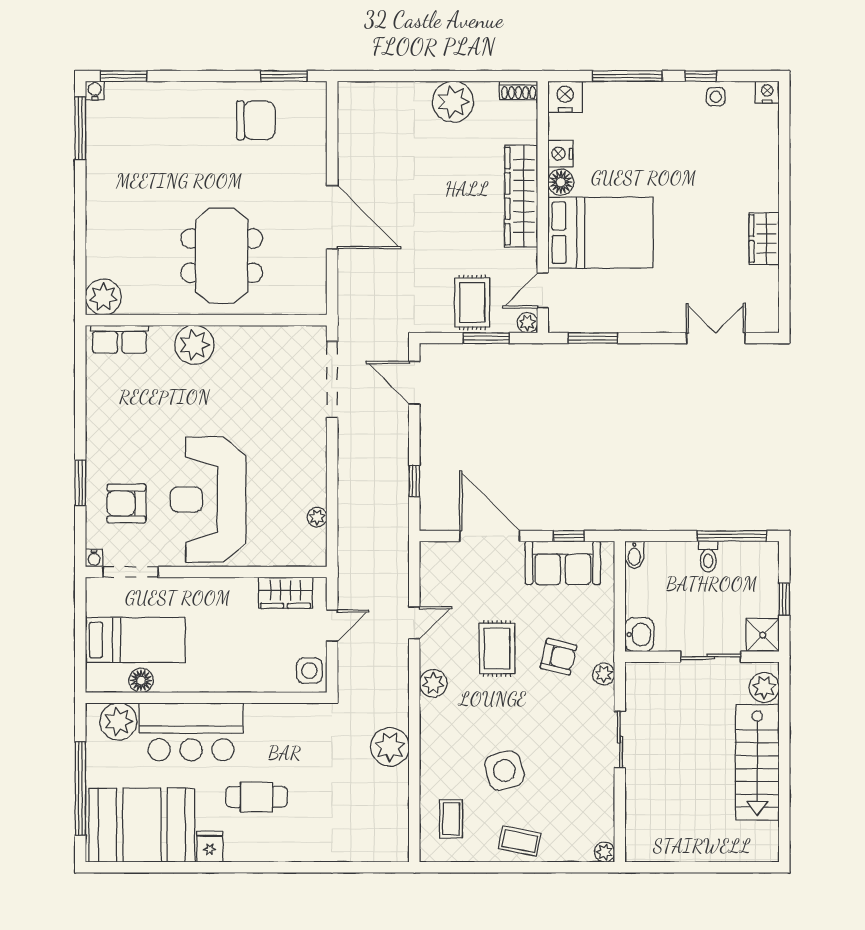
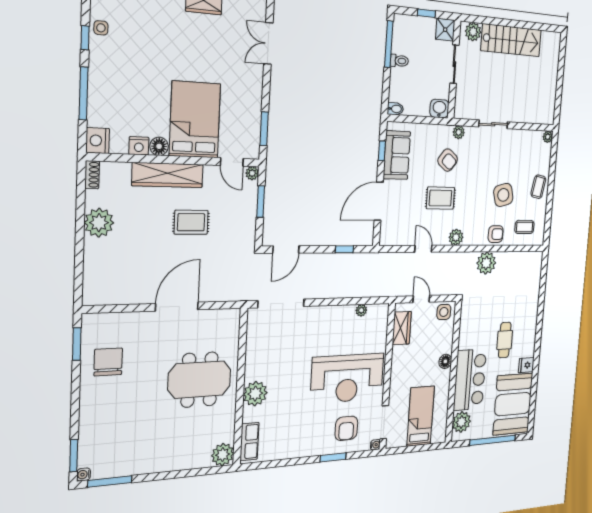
rug: (472, 302) -> (191, 222), moved
armchair: (558, 657) -> (448, 160), turned 114
floor lamp: (141, 680) -> (445, 361), moved
armchair: (439, 761) -> (496, 234), added

